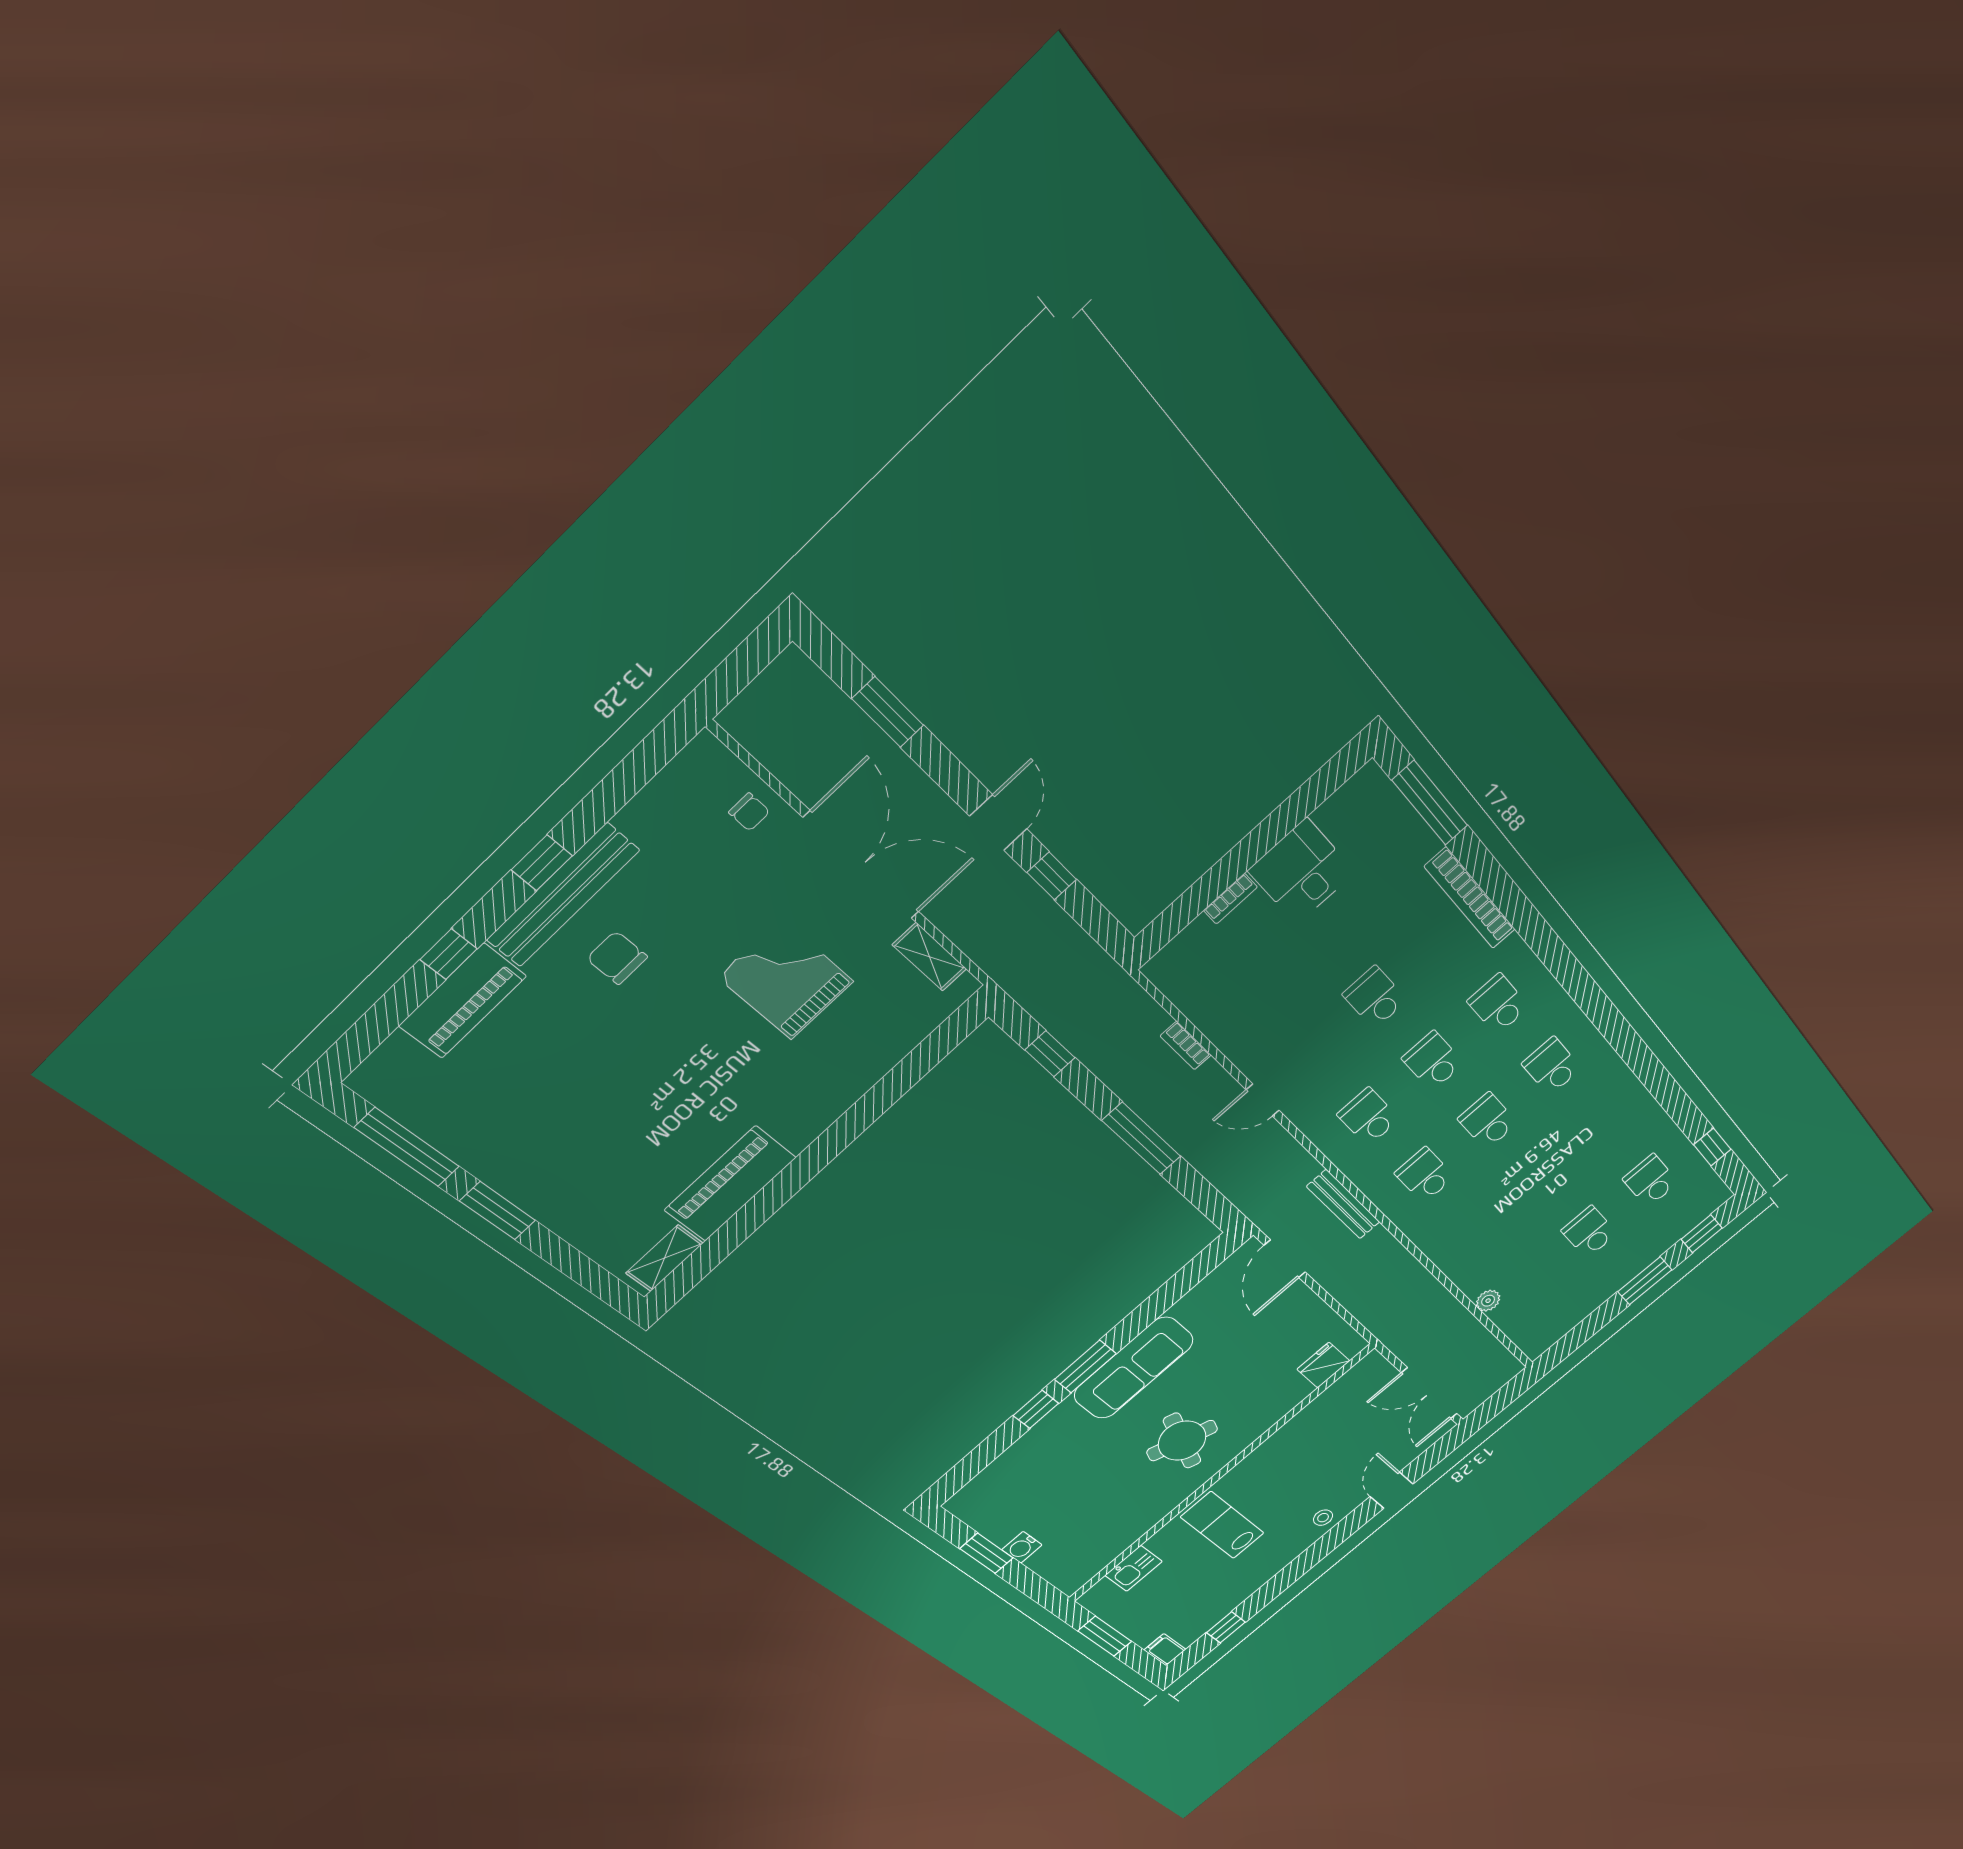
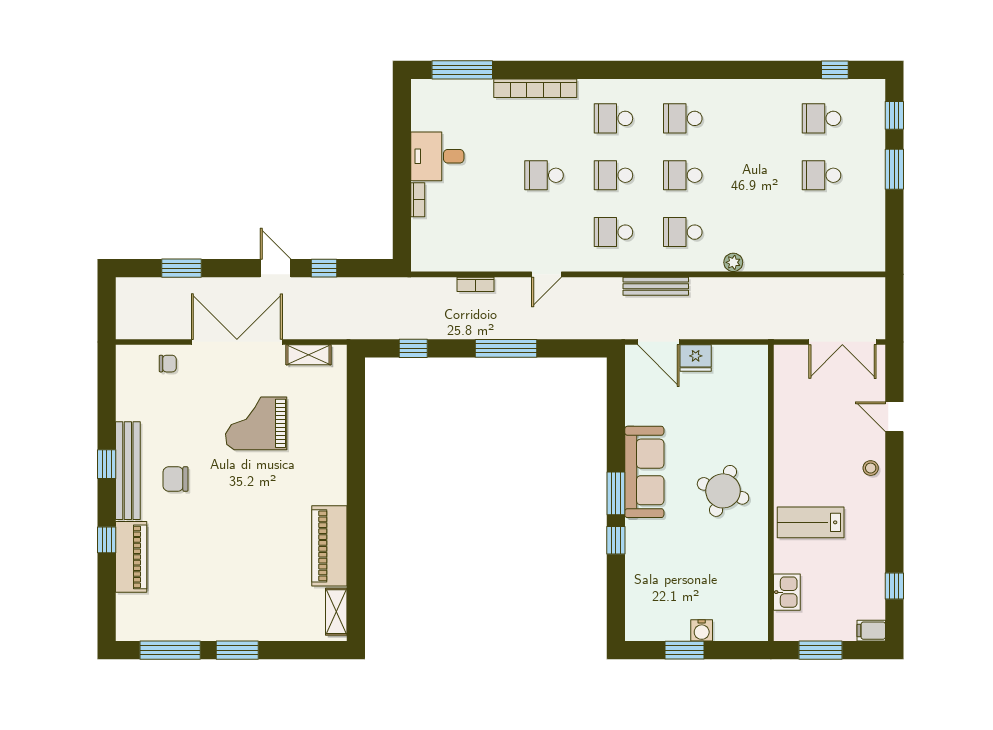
plant: (1488, 1301) -> (733, 262), moved
fridge: (1323, 1365) -> (696, 358), moved, turned -90

